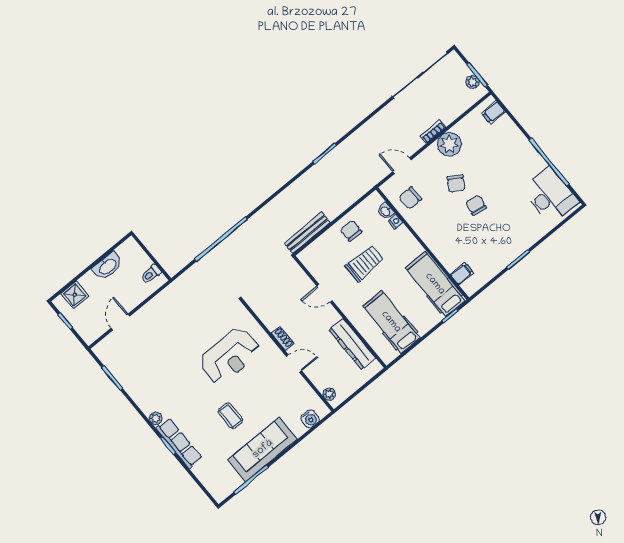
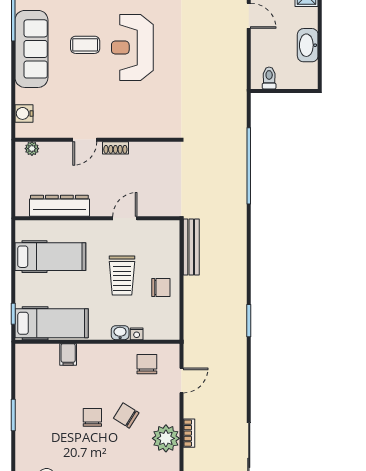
chair: (476, 205) -> (92, 417), turned -100
washbasin: (386, 211) -> (120, 333), moved
filing cabinet: (462, 274) -> (68, 355), moved
reception desk: (229, 356) -> (132, 48), moved

